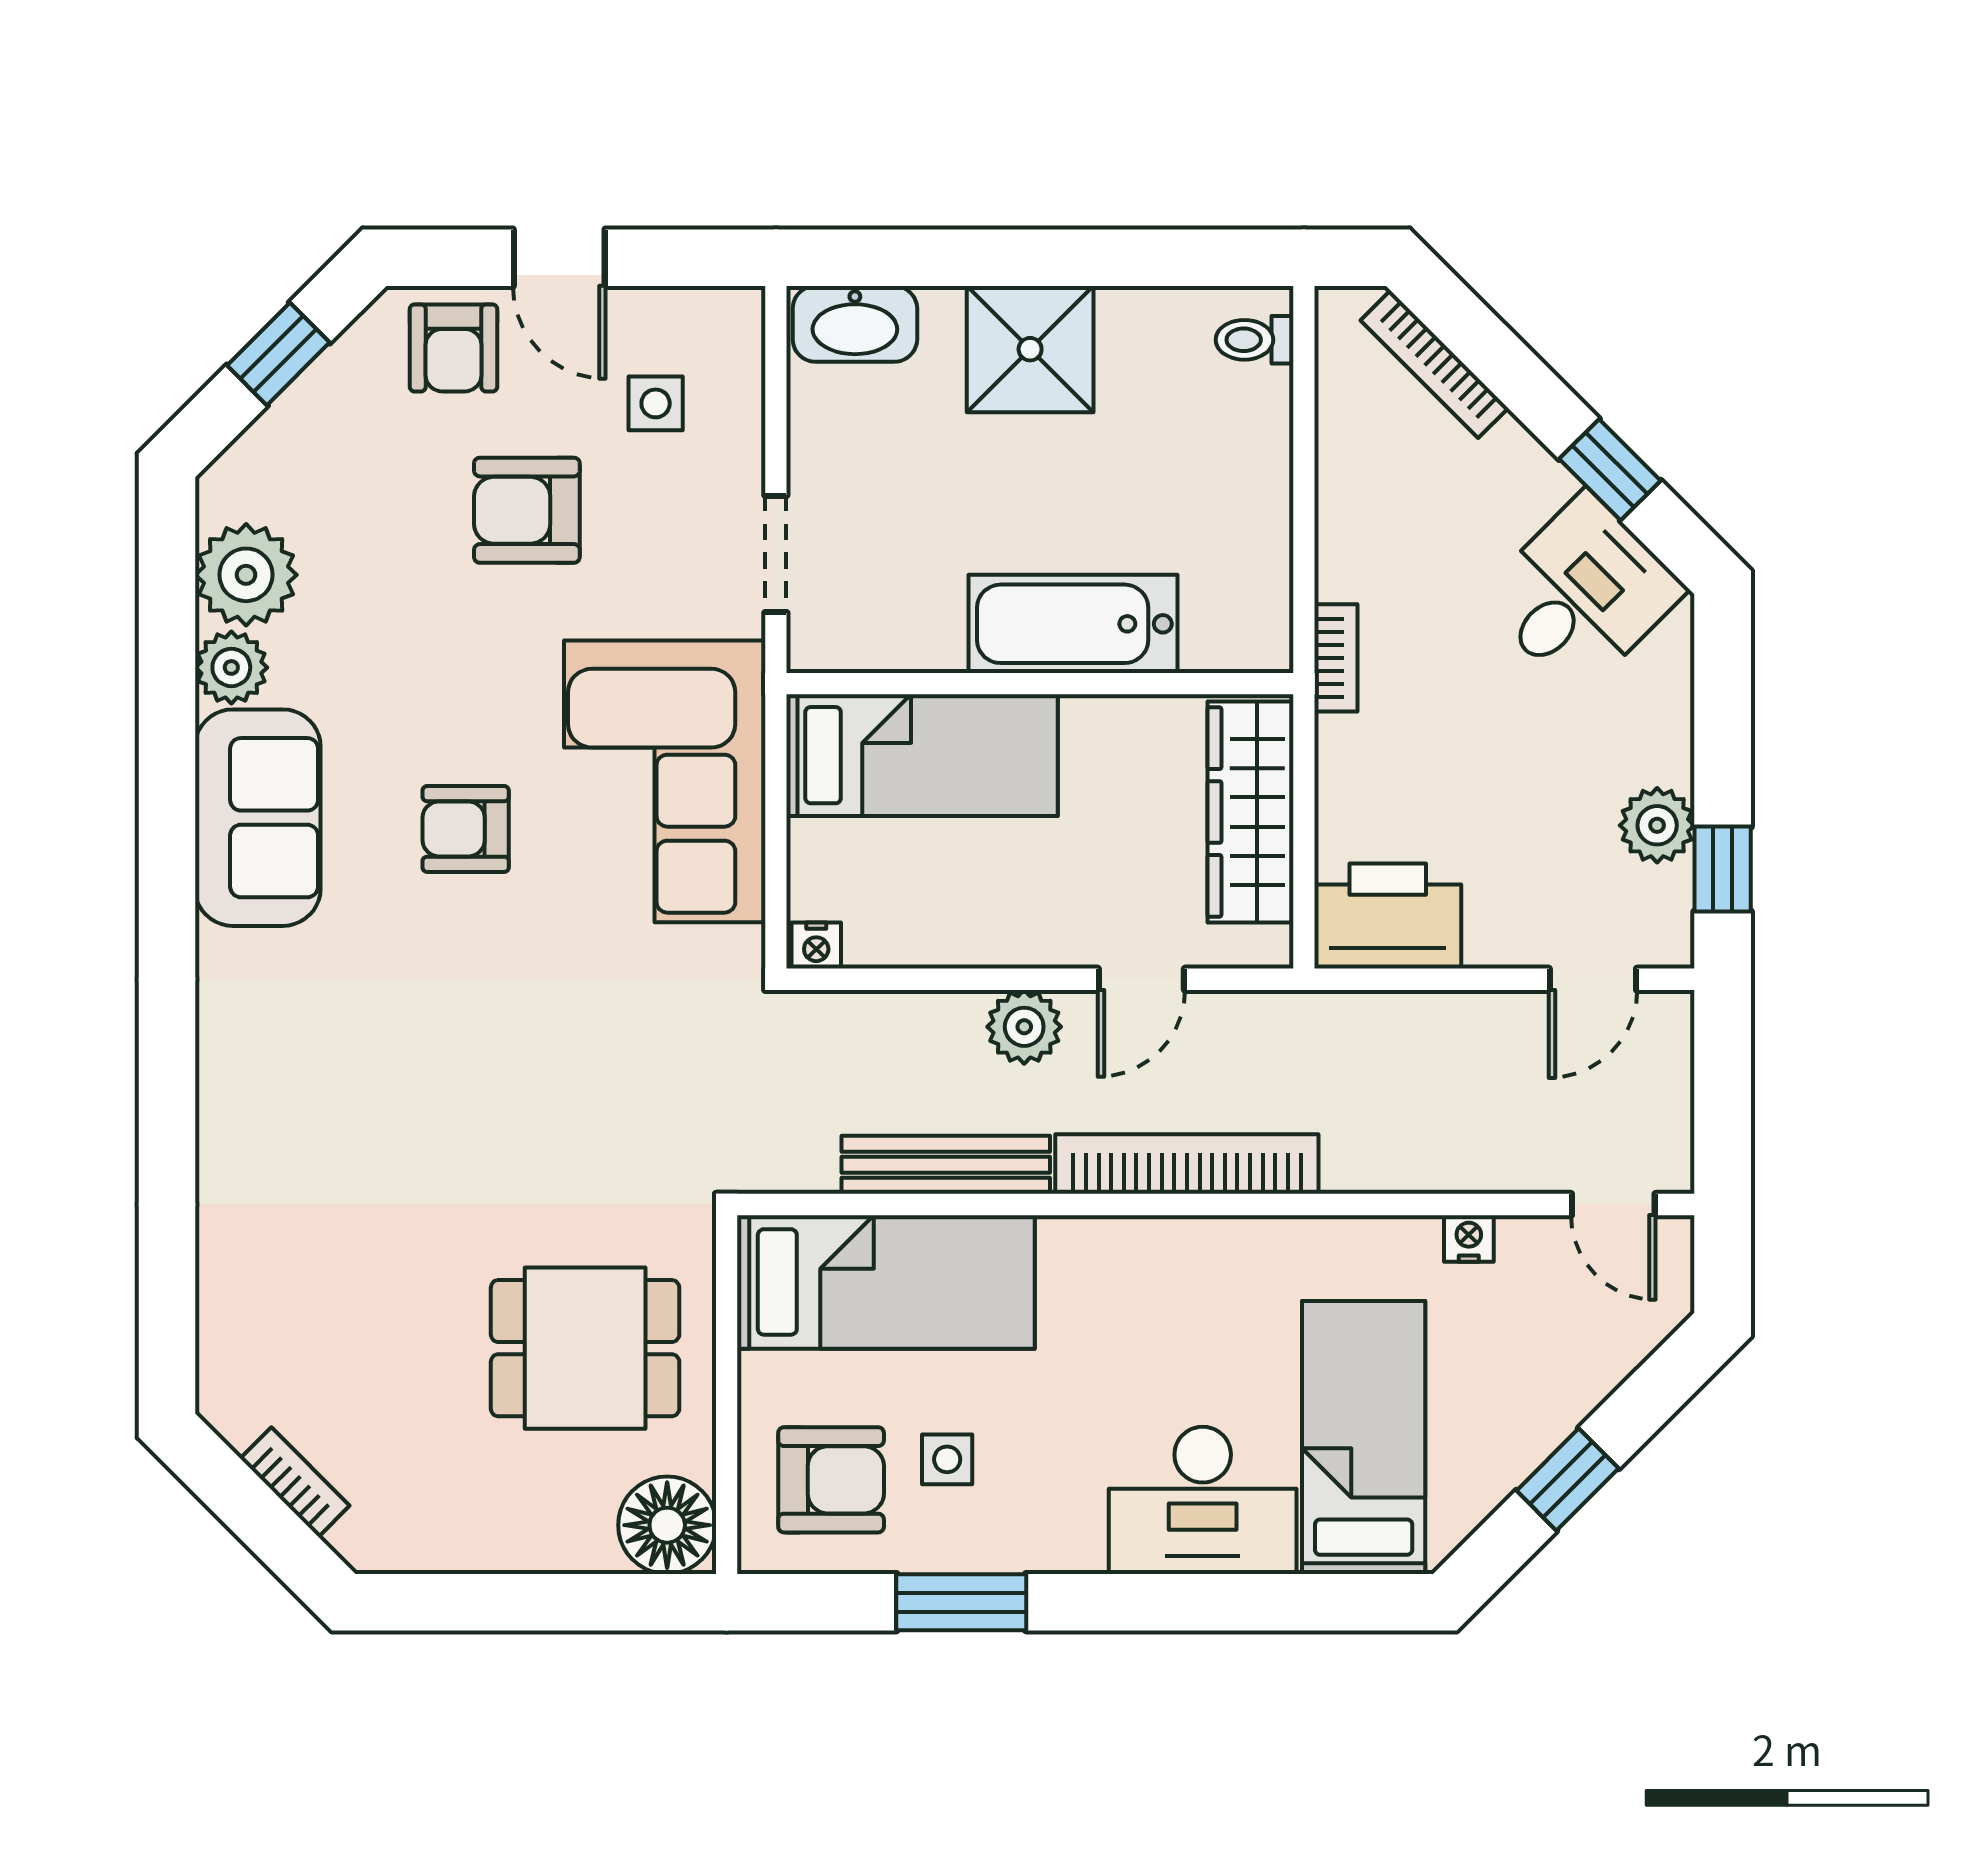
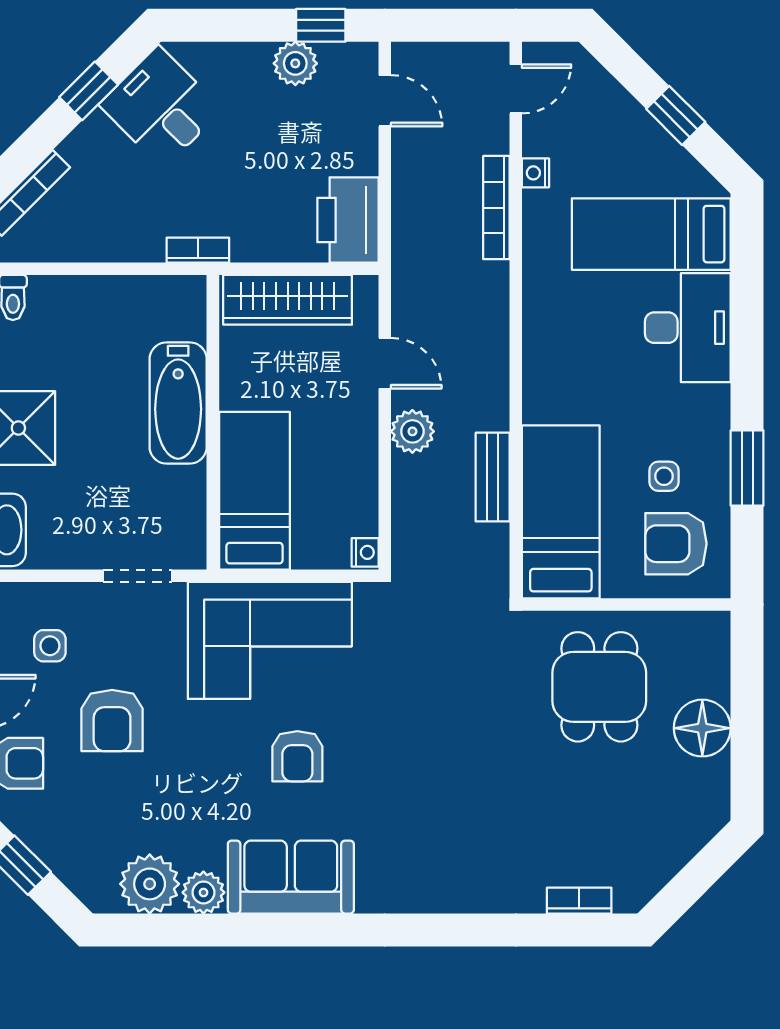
bookcase: (1187, 1164) -> (496, 208), moved, width x0.68, depth x0.76
bench: (946, 1165) -> (493, 477), width x0.73
armchair: (831, 1480) -> (676, 544), turned -90
bookcase: (295, 1482) -> (579, 901), moved, turned 45
floor lamp: (667, 1525) -> (702, 728), moved

